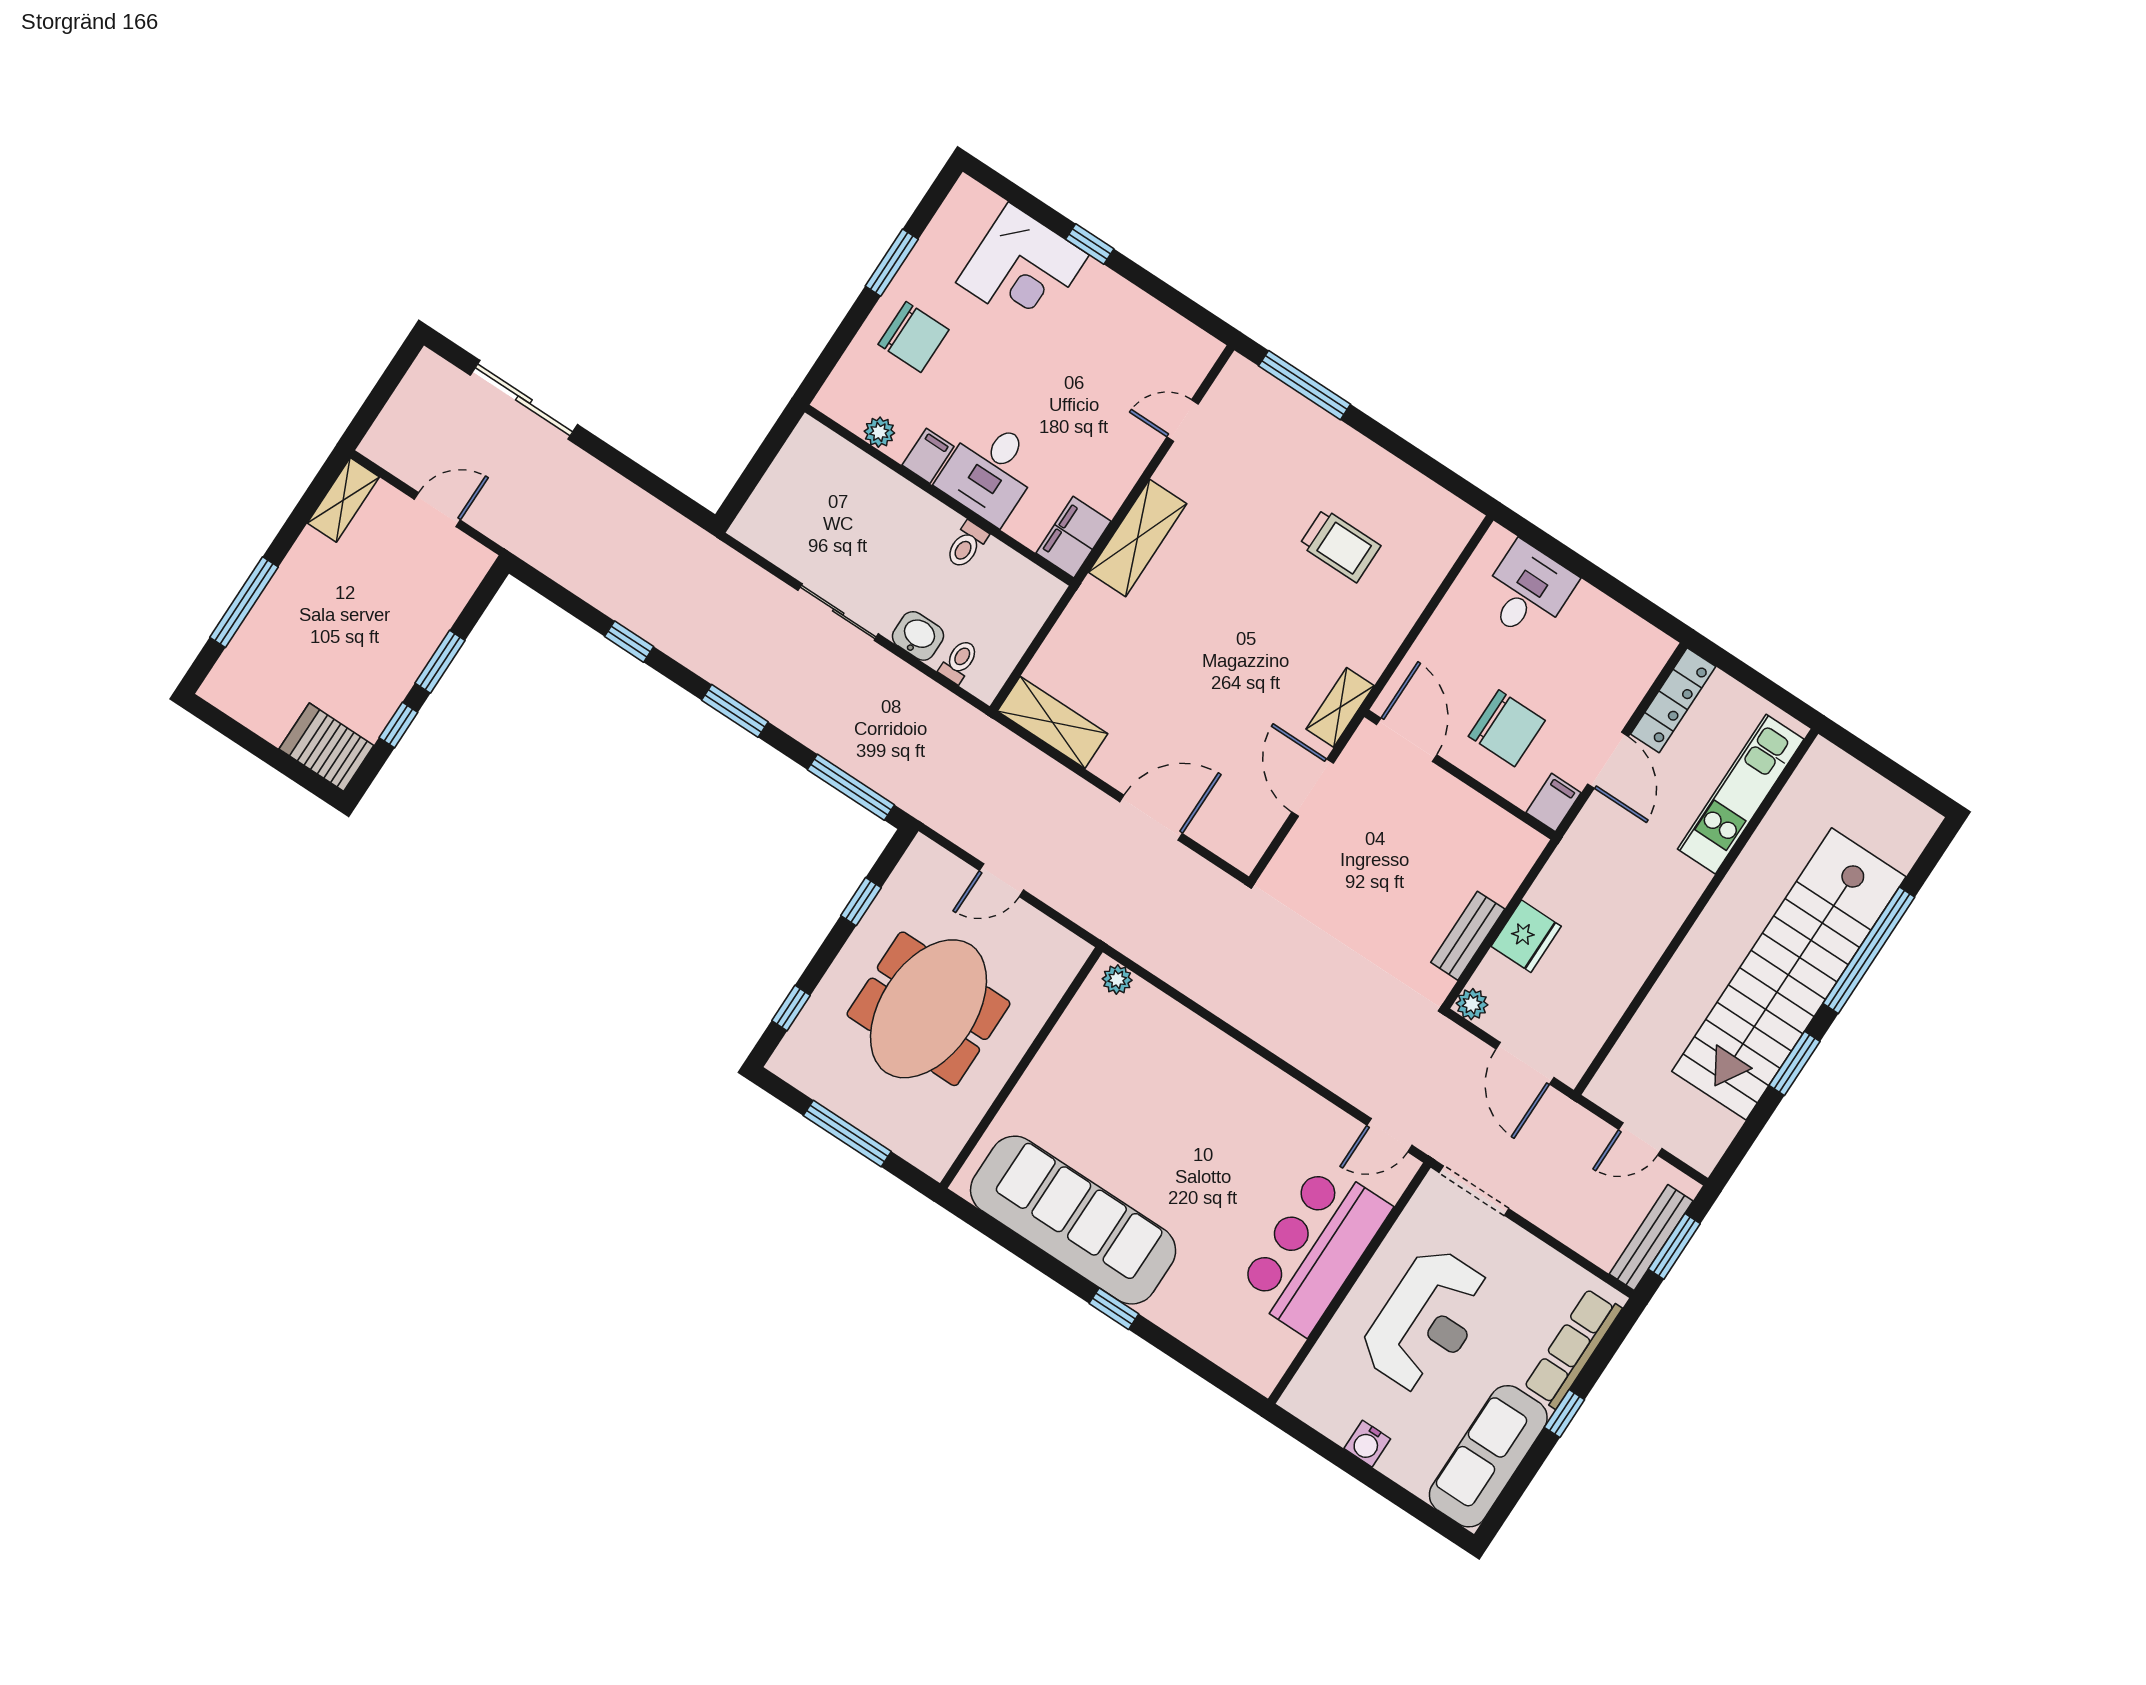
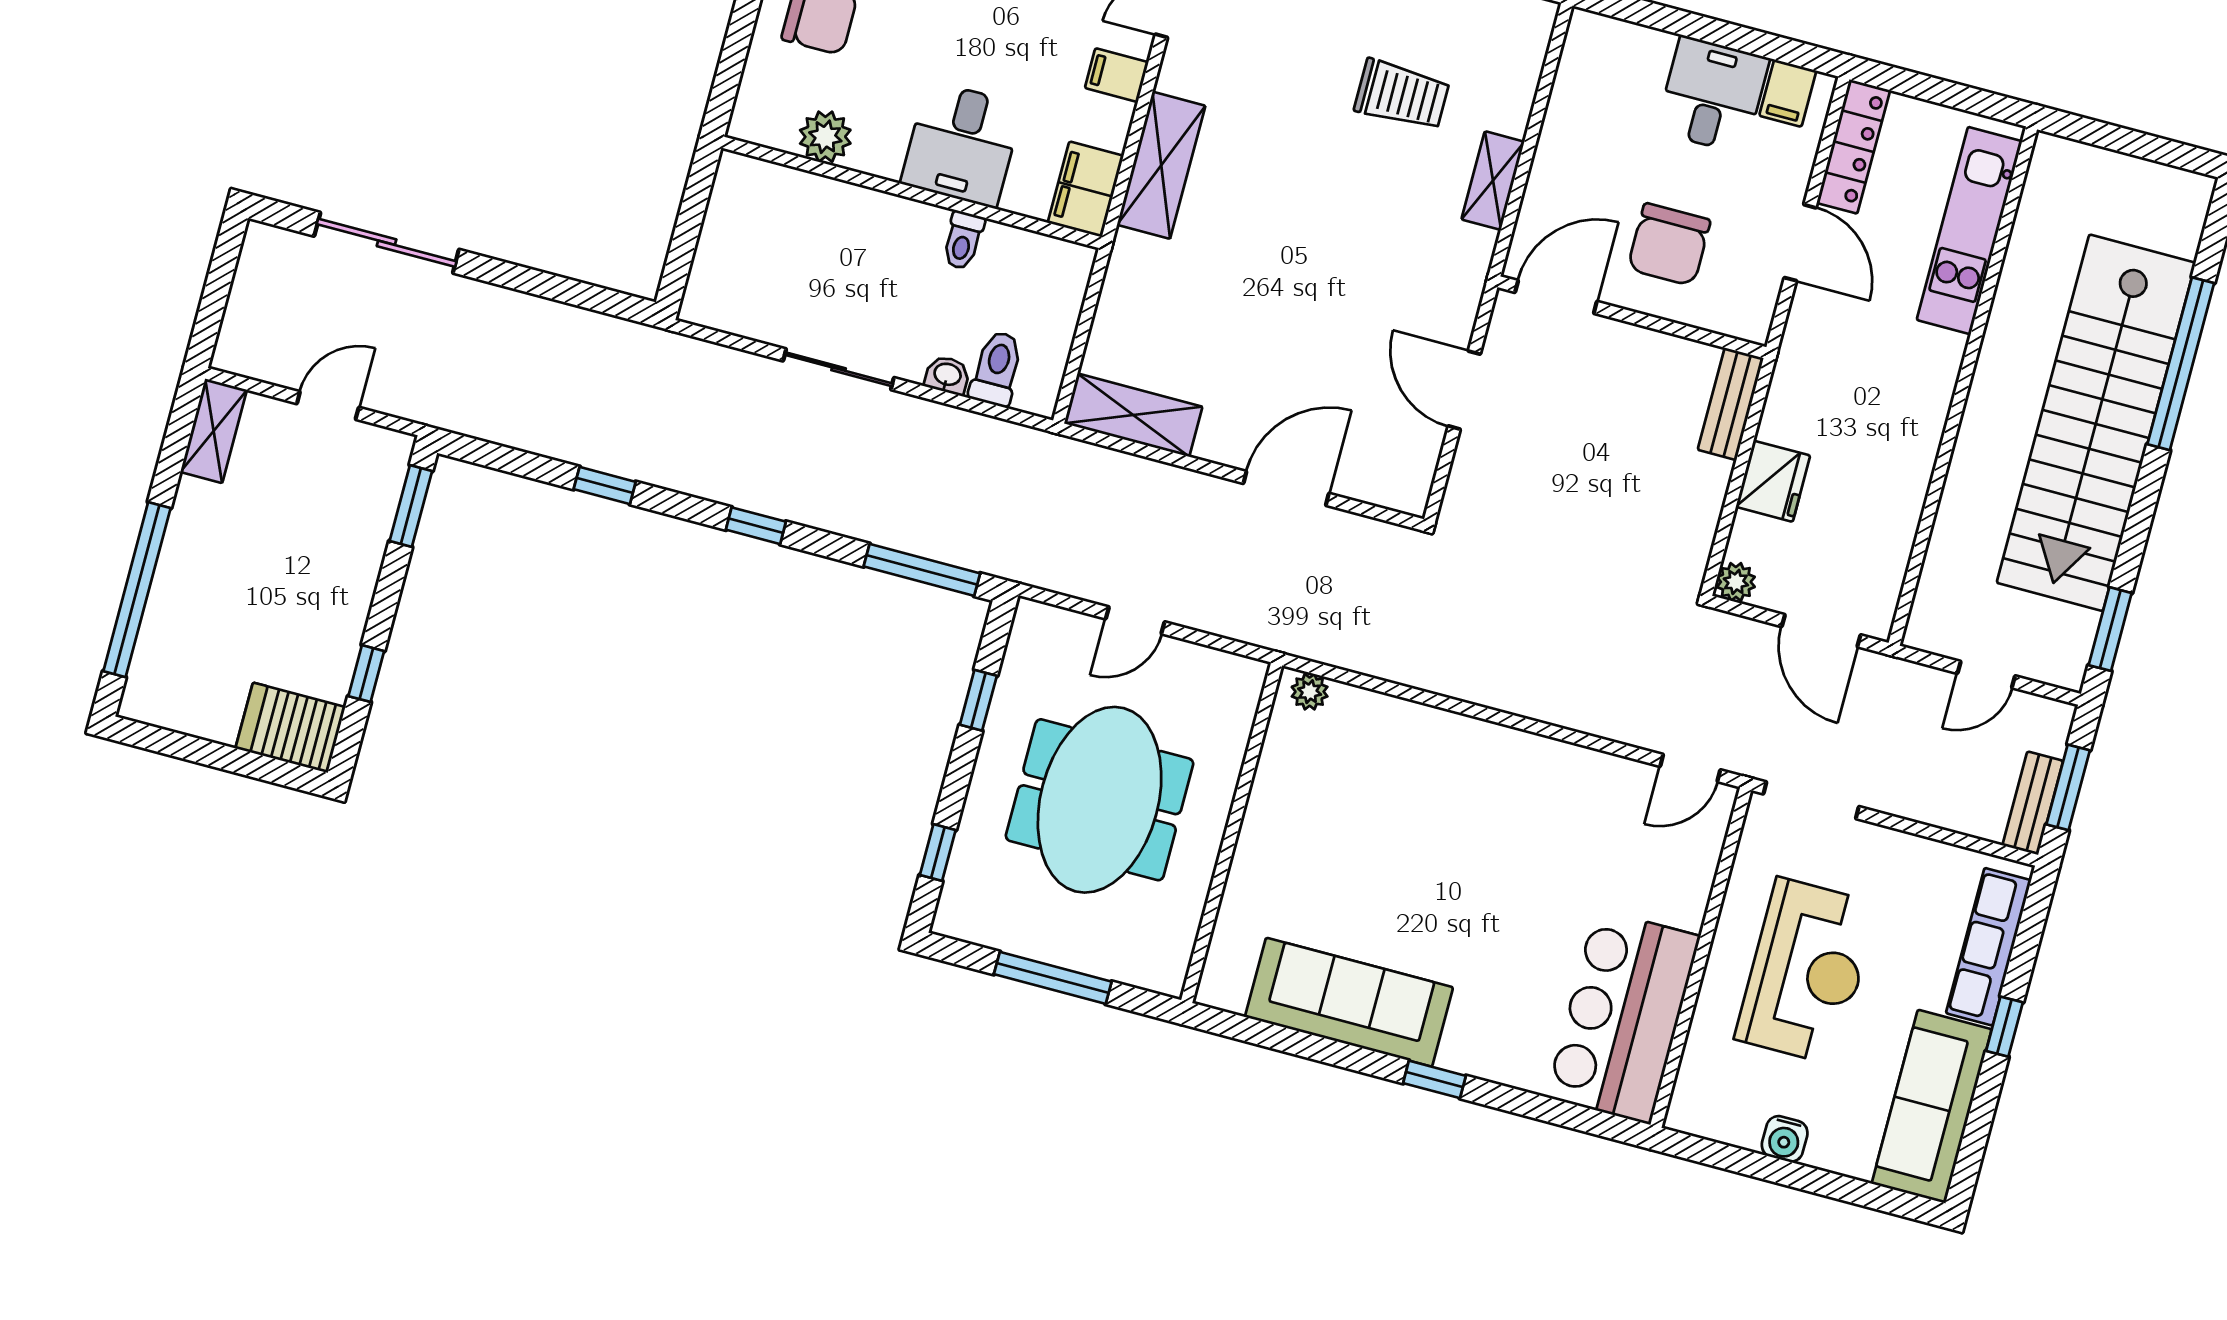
plant: (879, 432) -> (825, 137), width x1.38, depth x1.38
filing cabinet: (928, 456) -> (1117, 75), moved, turned -90
desk: (1527, 591) -> (1713, 95), moved
window: (244, 602) -> (137, 590), width x1.46
washbasin: (918, 636) -> (947, 375), width x0.72, depth x0.69
toilet: (959, 661) -> (997, 369), width x1.37, depth x1.39
window: (440, 662) -> (411, 506), moved
shelving: (1340, 707) -> (1493, 181), moved
window: (735, 711) -> (756, 526), width x0.67
chair: (1507, 728) -> (1669, 244), turned 90
door: (1407, 740) -> (1556, 297), hinge flipped
filing cabinet: (1554, 803) -> (1788, 93), moved, turned 180
bench: (1468, 936) -> (1731, 404), moved
window: (1795, 1063) -> (2110, 629), moved
sofa: (1073, 1220) -> (1349, 1002), width x0.74, depth x0.79
bench: (1651, 1237) -> (2033, 803), width x0.73
bar counter: (1314, 1249) -> (1623, 1017), moved

